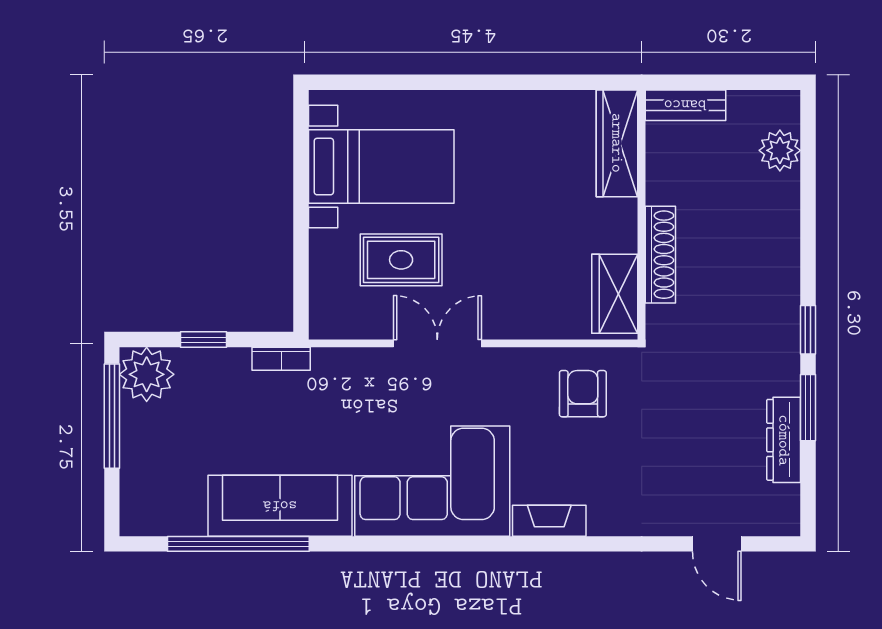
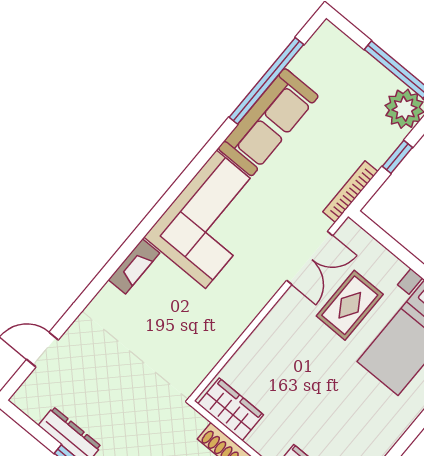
double door: (437, 343) -> (310, 258), moved
bookcase: (281, 359) -> (350, 192), width x1.56
armchair: (583, 394) -> (190, 345), removed

